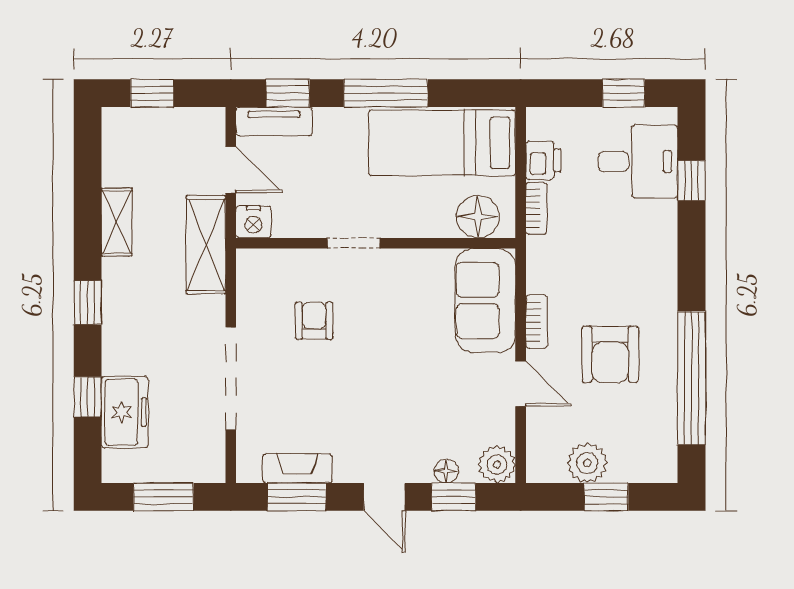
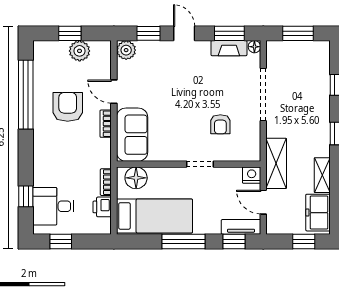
freezer: (125, 412) -> (318, 213), moved
floor lamp: (446, 471) -> (254, 47), moved

